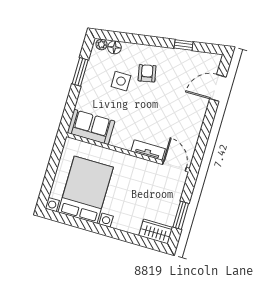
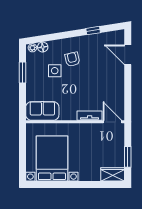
door: (218, 88) -> (128, 55), hinge flipped

